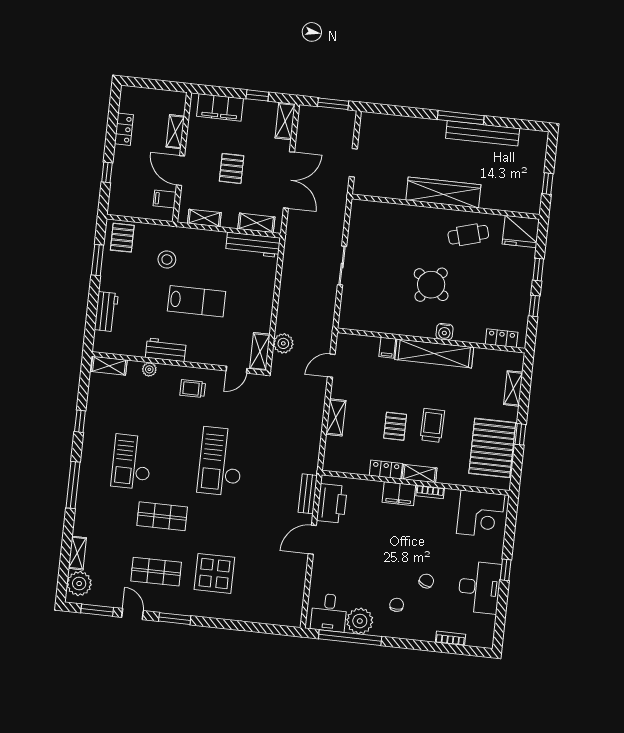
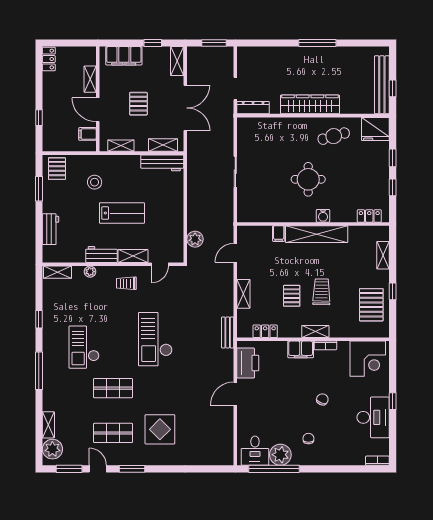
locker: (124, 129) -> (49, 59), moved
bench: (483, 133) -> (382, 85), moved, turned 90
dresser: (373, 189) -> (253, 108), added
round table: (431, 285) -> (308, 179), turned -37
shelving: (260, 352) -> (133, 256), moved, turned 90
pallet: (492, 448) -> (371, 305), width x0.73, depth x0.71
locker: (386, 470) -> (265, 331), moved
bench: (308, 494) -> (228, 332), moved
chair: (426, 581) -> (322, 399), moved
bookcase: (450, 638) -> (377, 461), moved

